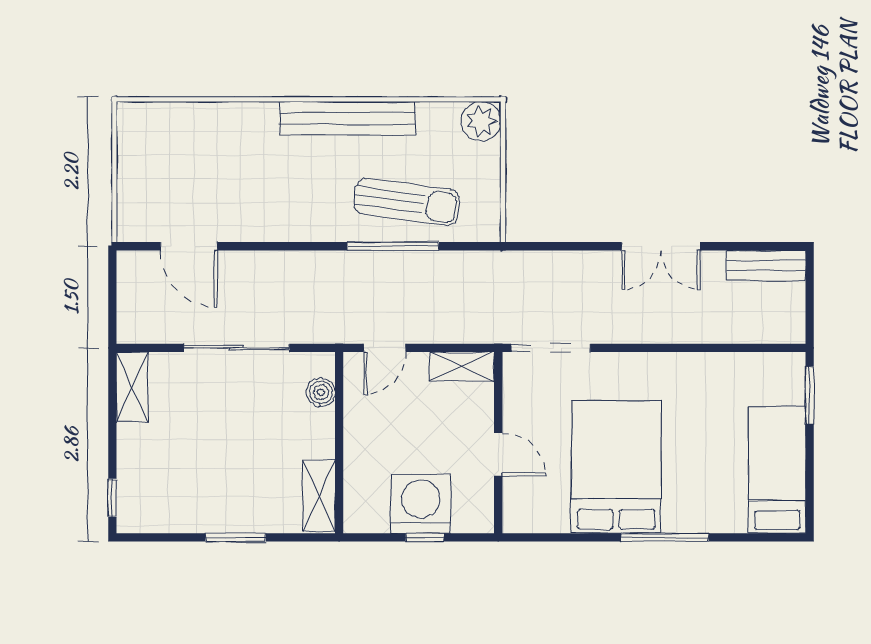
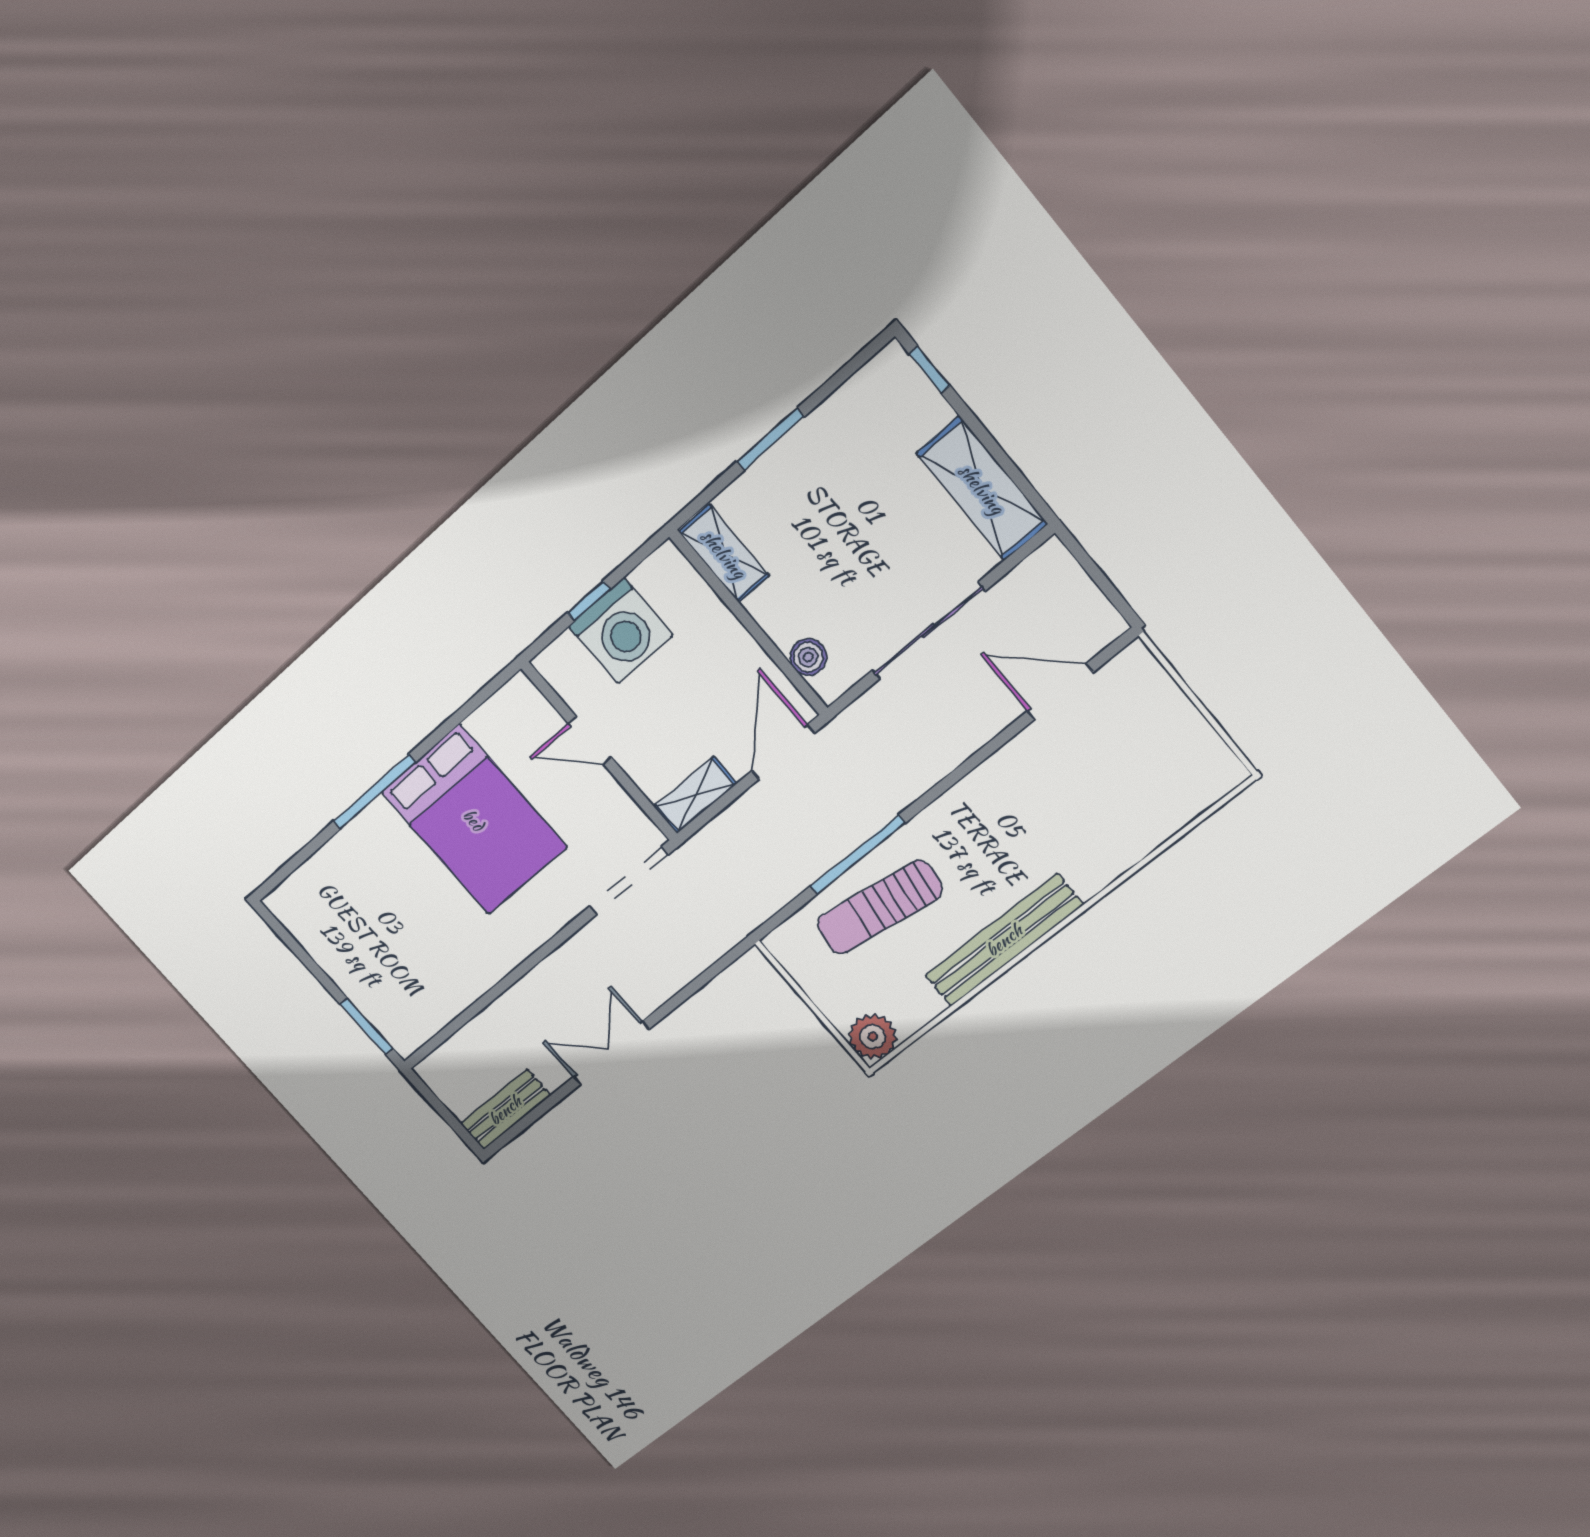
door: (385, 348) -> (783, 752), width x1.38
shelving: (132, 387) -> (982, 489), width x1.50, depth x1.33
bed: (777, 470) -> (334, 937), removed

